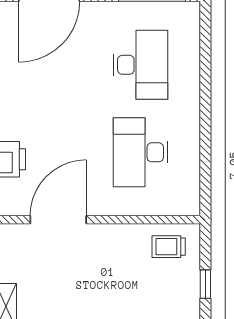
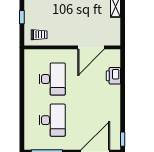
desk: (141, 65) -> (52, 120), turned 180

